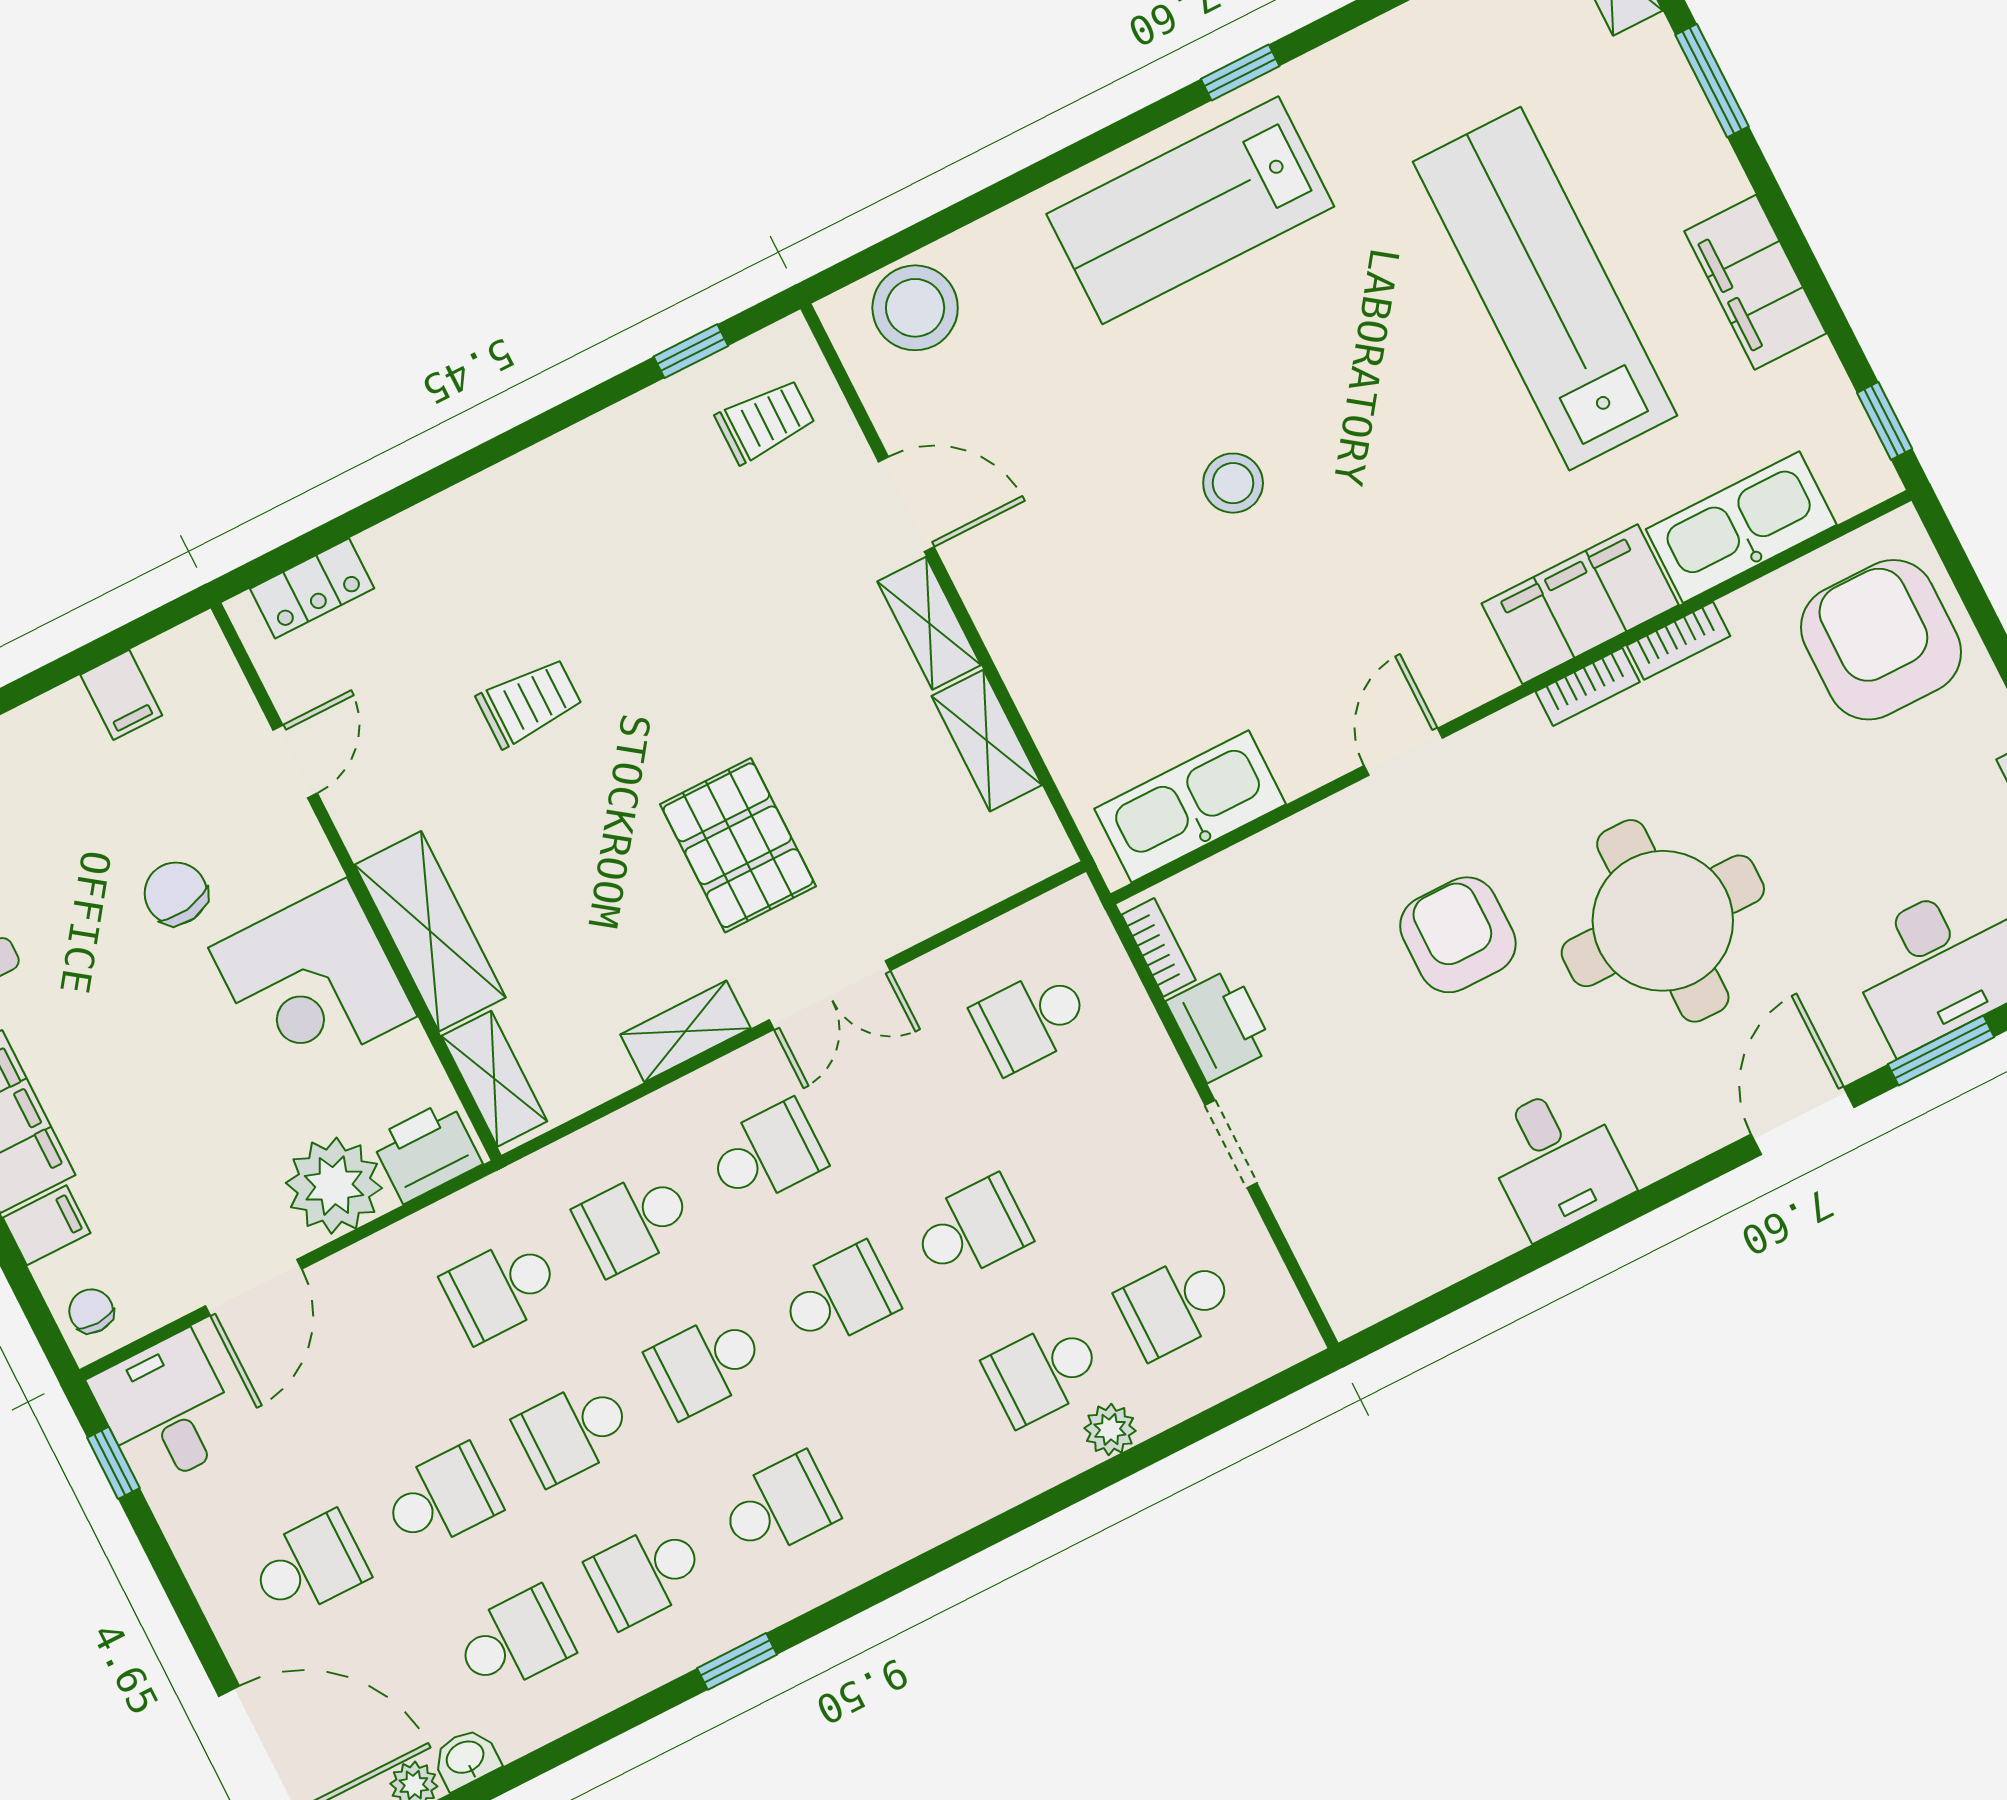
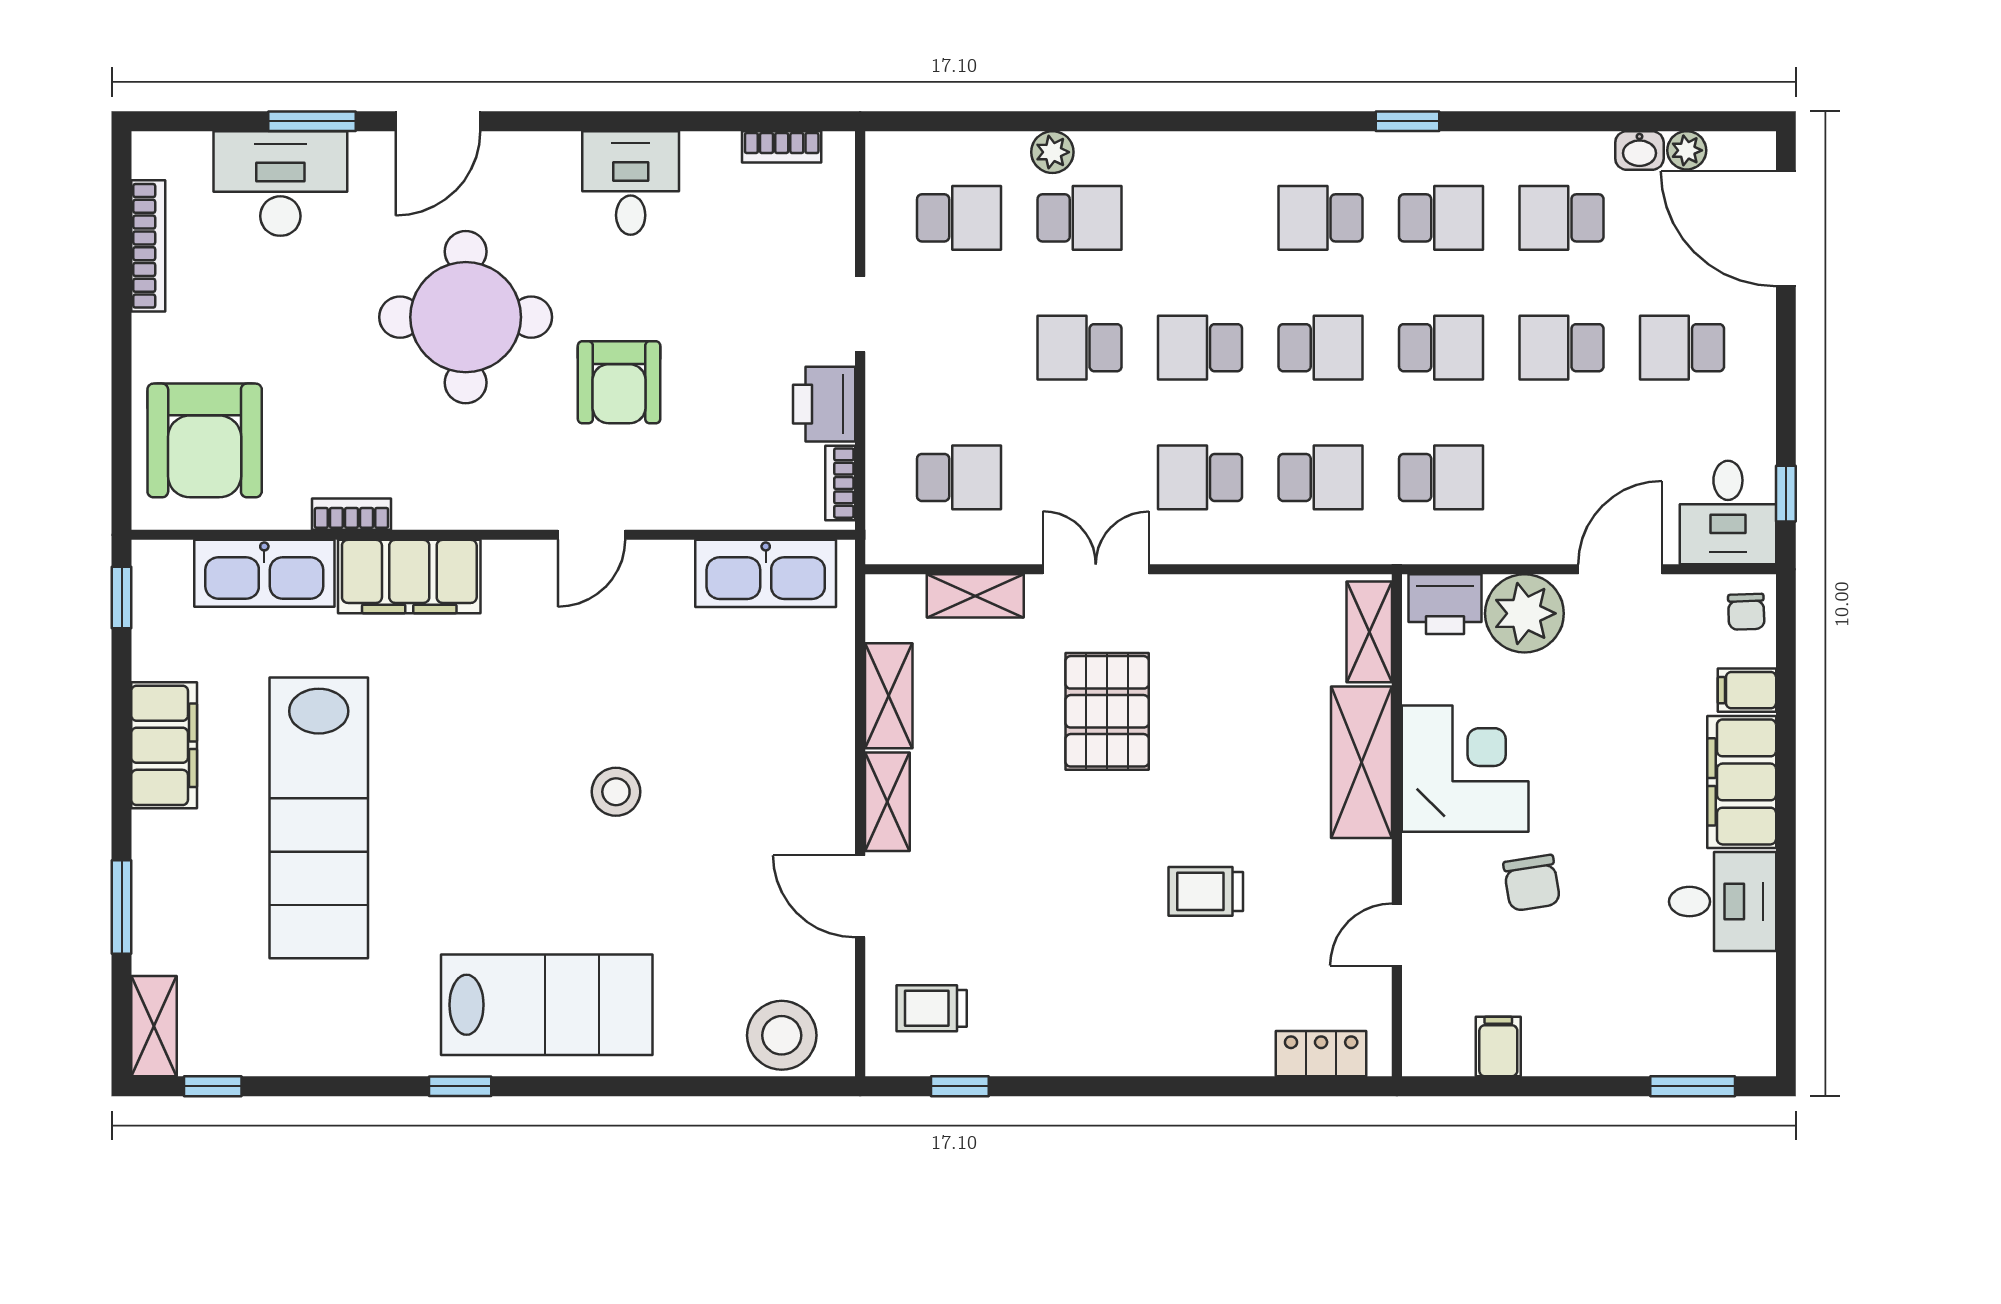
bookcase: (1588, 687) -> (782, 147), moved, turned 180
shelving: (685, 1031) -> (975, 596), moved

